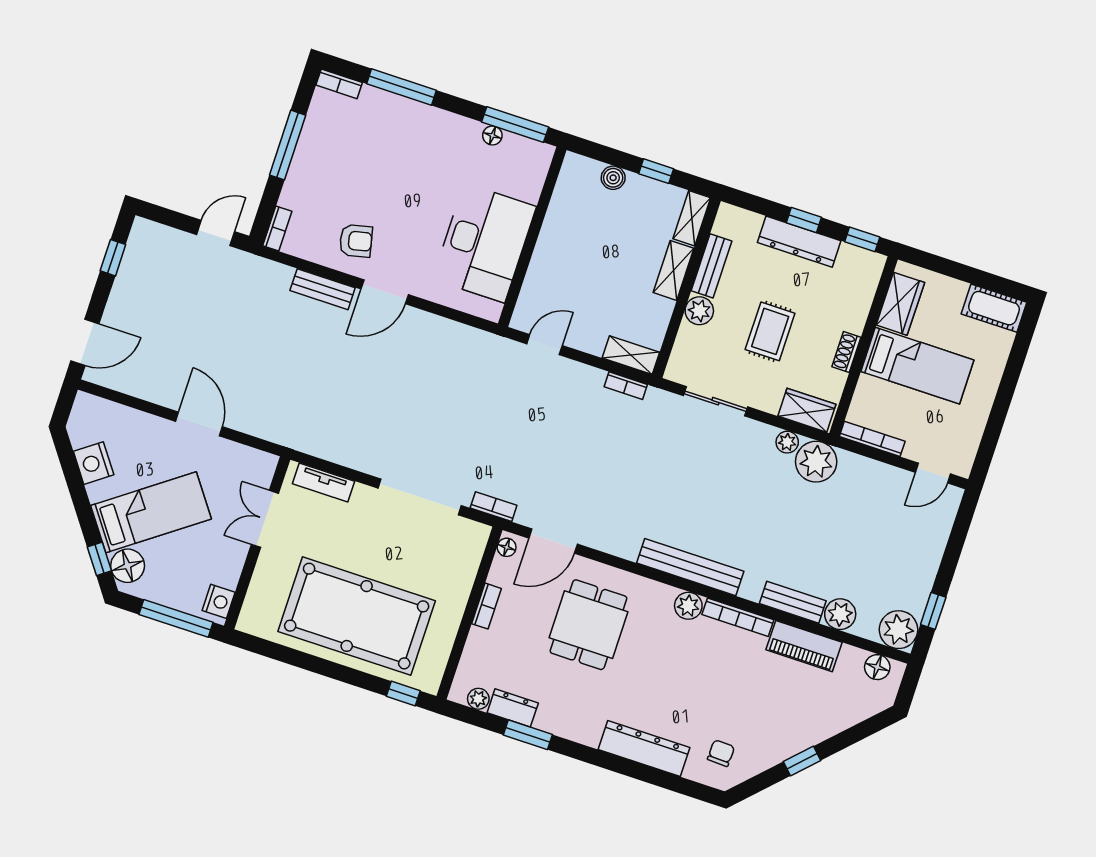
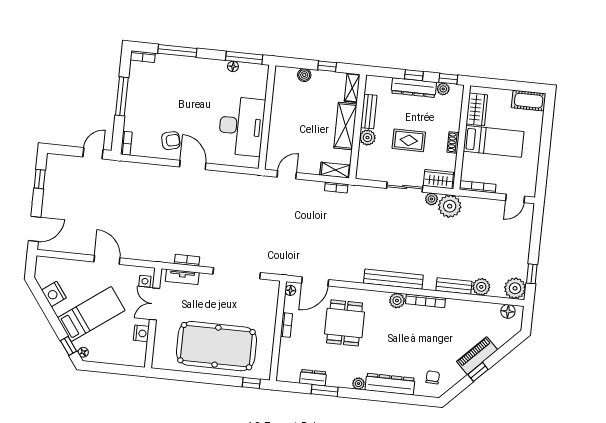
plant: (850, 255) -> (443, 89), added
shelving: (674, 270) -> (345, 126), width x1.50, depth x1.33
bench: (323, 289) -> (158, 171), removed
door: (385, 292) -> (193, 165), swing flipped
rug: (770, 331) -> (409, 140), turned 90
sliding door: (716, 401) -> (405, 187), moved
side table: (257, 476) -> (145, 281), added
bookcase: (494, 507) -> (187, 260), moved
floor lamp: (128, 566) -> (83, 352), width x0.53, depth x0.53
nightstand: (219, 601) -> (141, 333), moved
window: (176, 618) -> (118, 369), removed
piano: (804, 646) -> (477, 356), moved, turned 135
plant: (478, 699) -> (358, 384), moved

